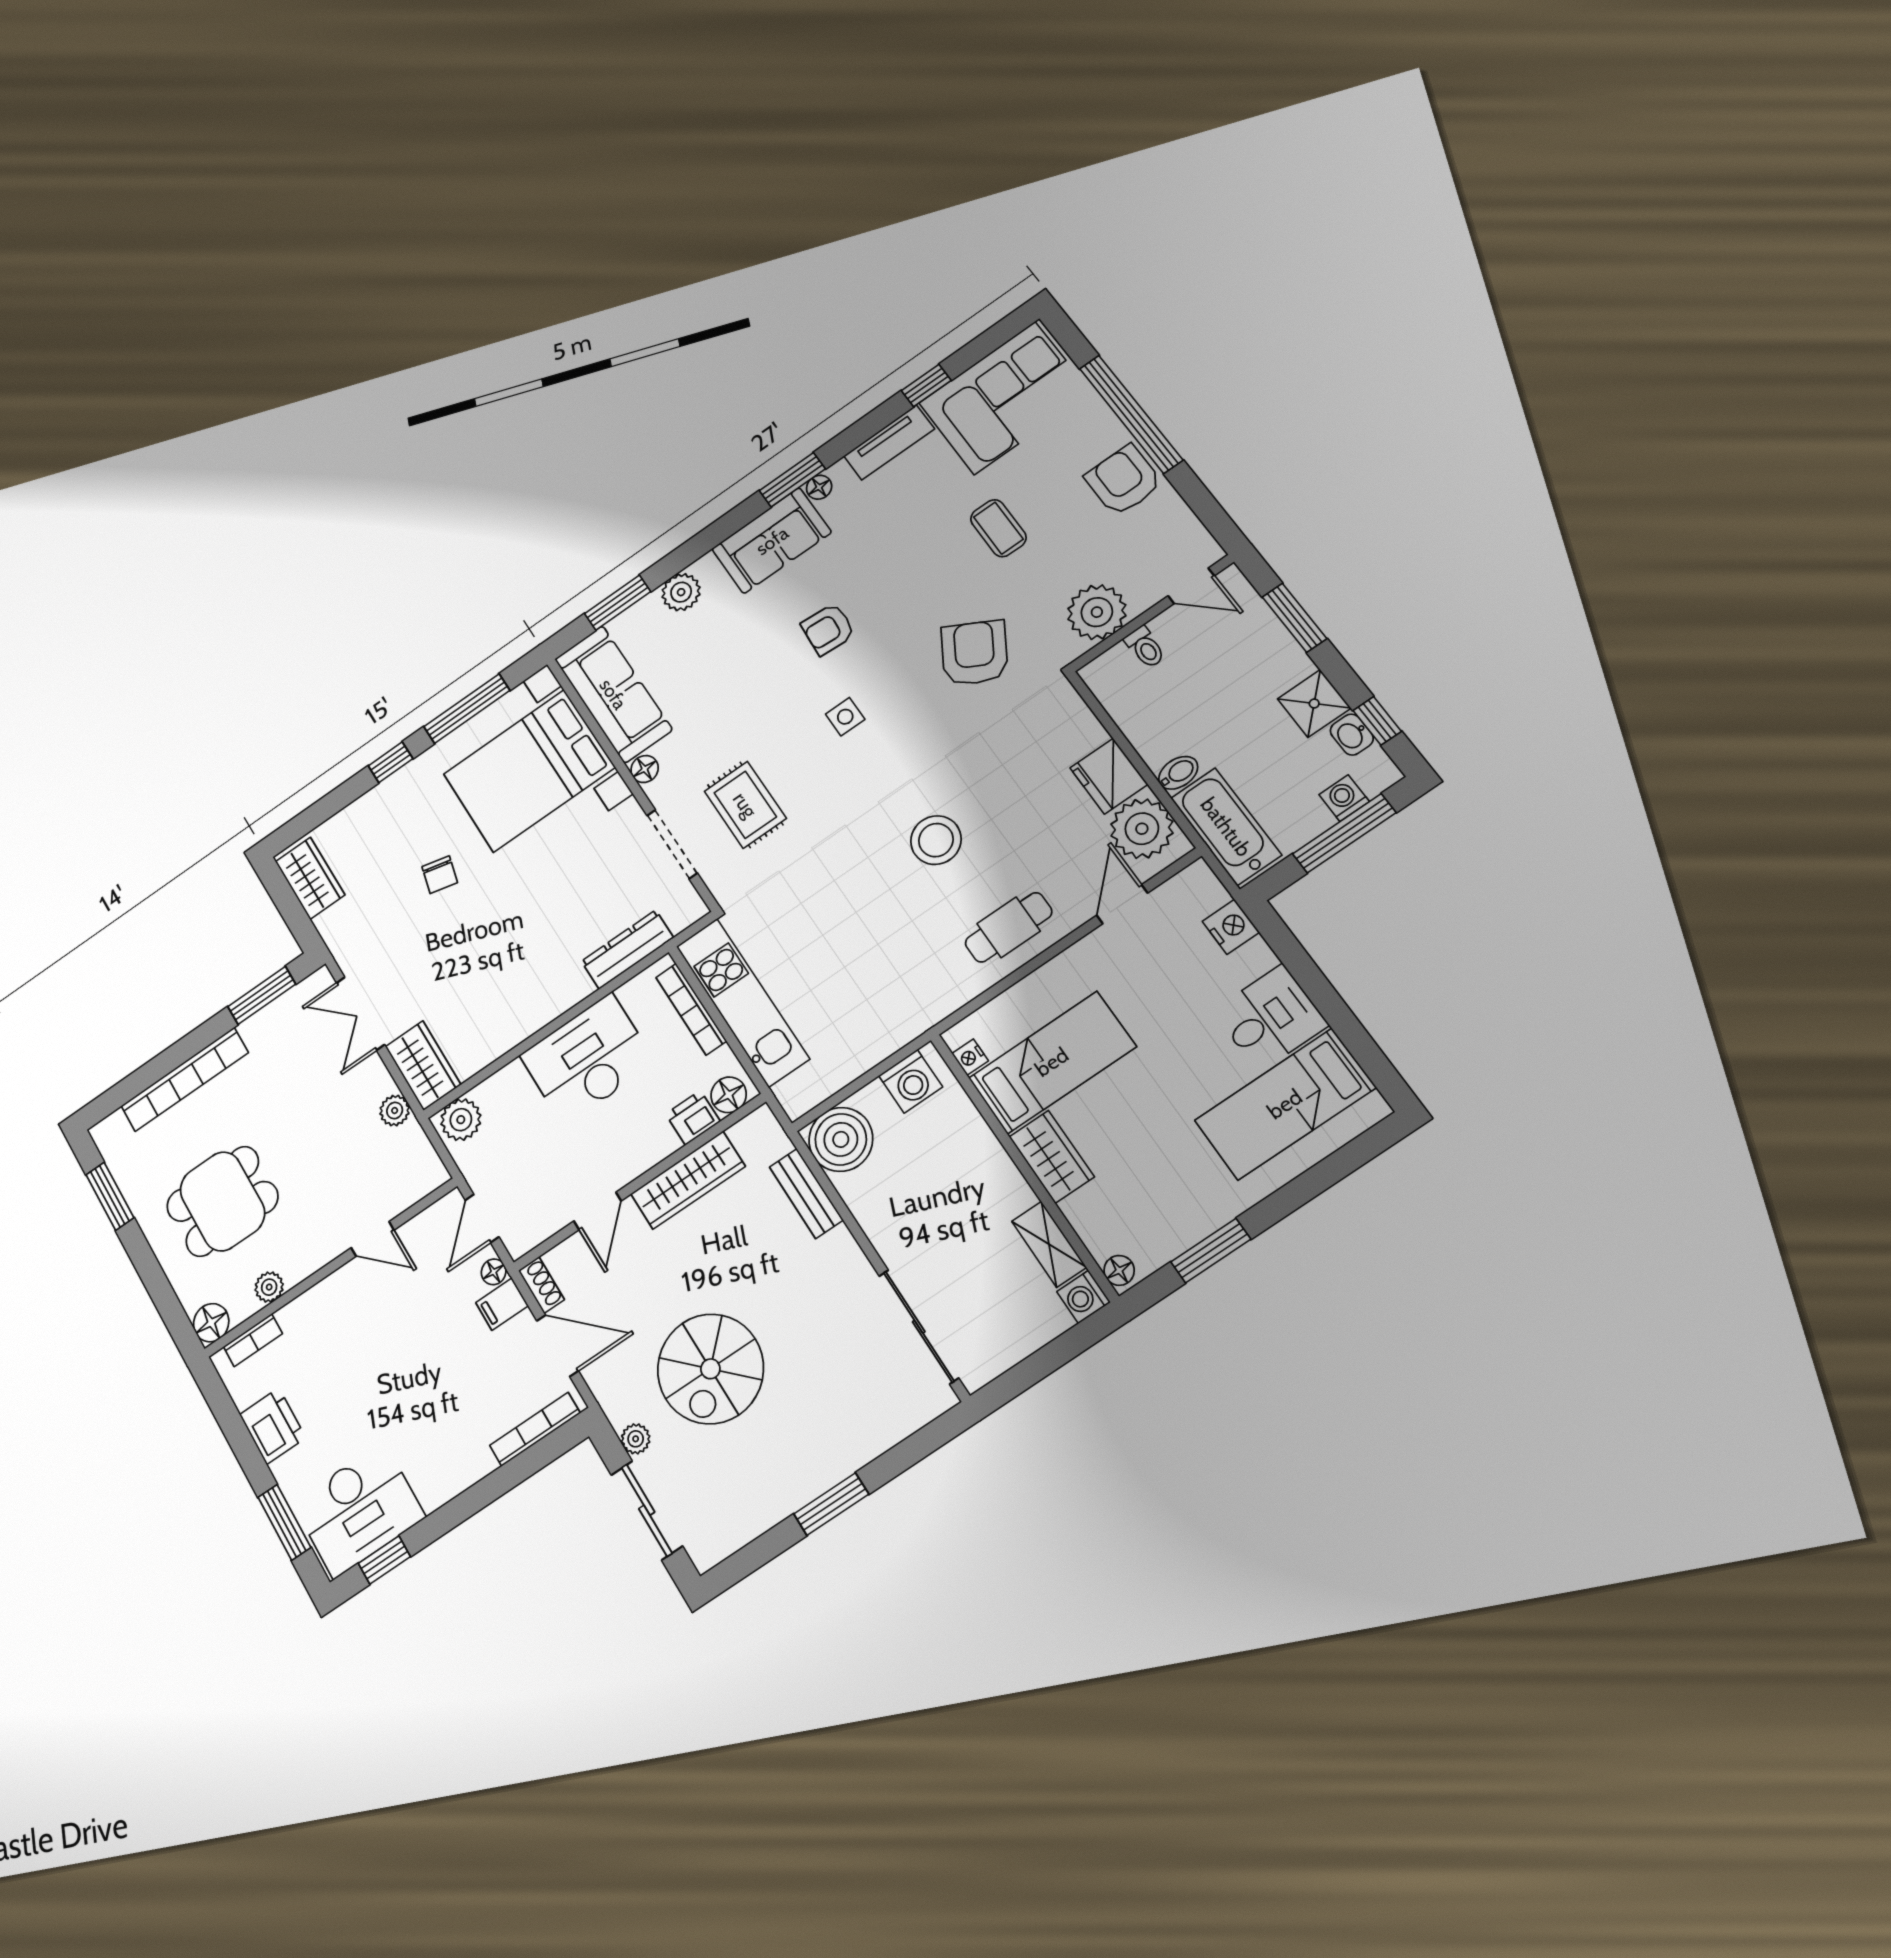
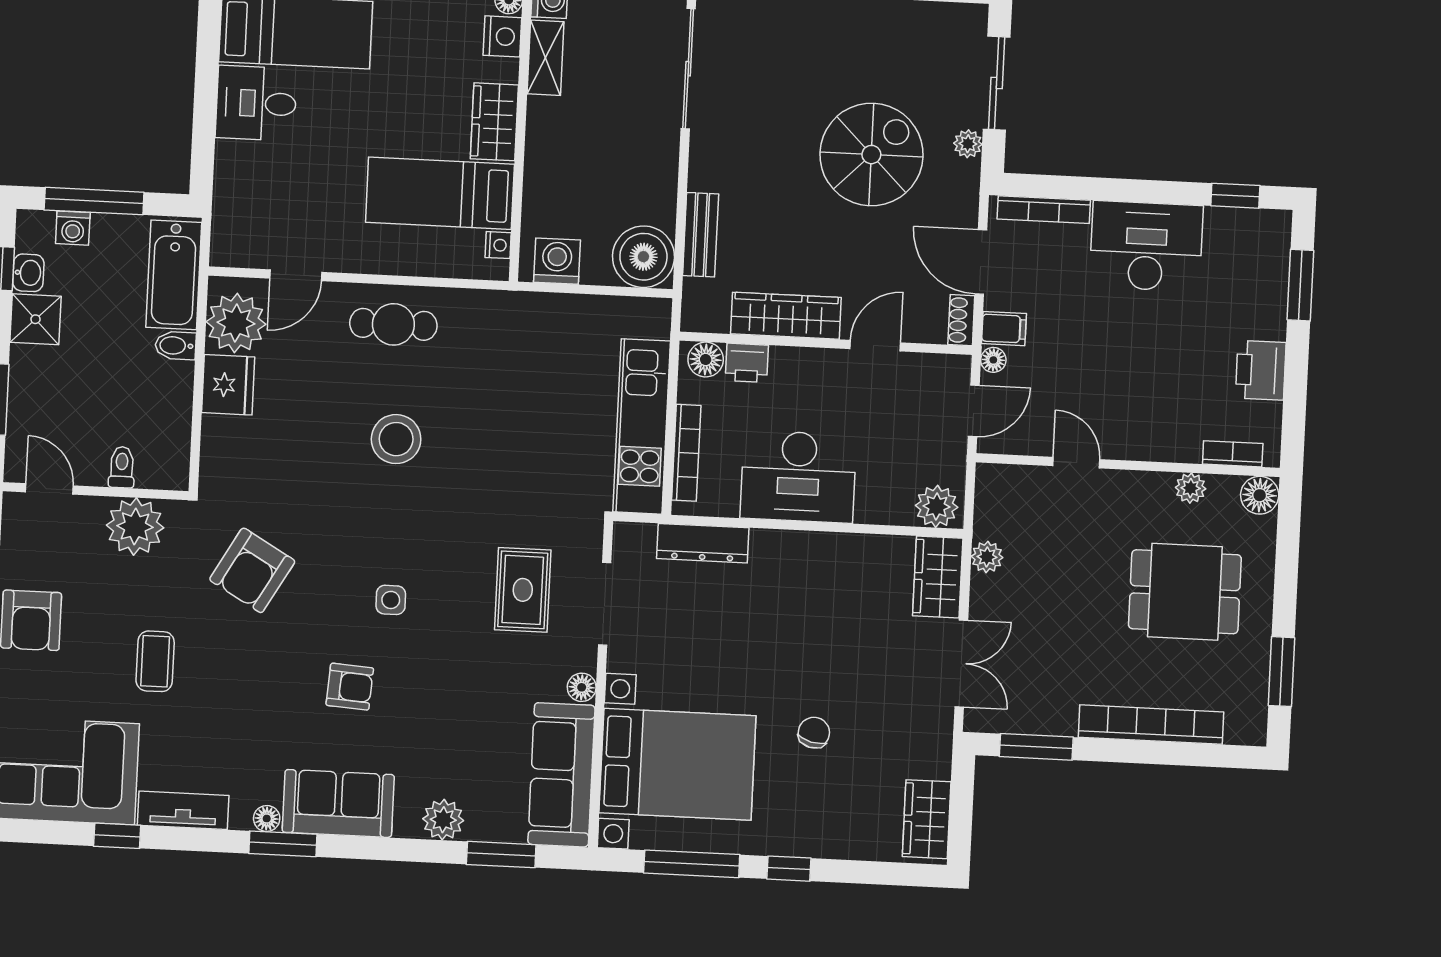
nightstand: (1231, 927) -> (502, 36), moved, turned 180
desk: (359, 1510) -> (1146, 246), moved

